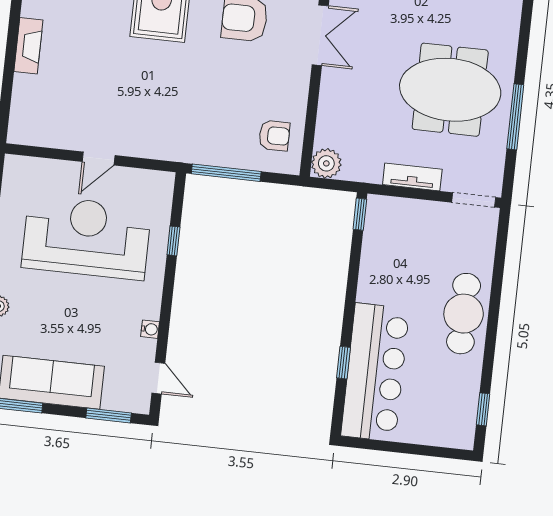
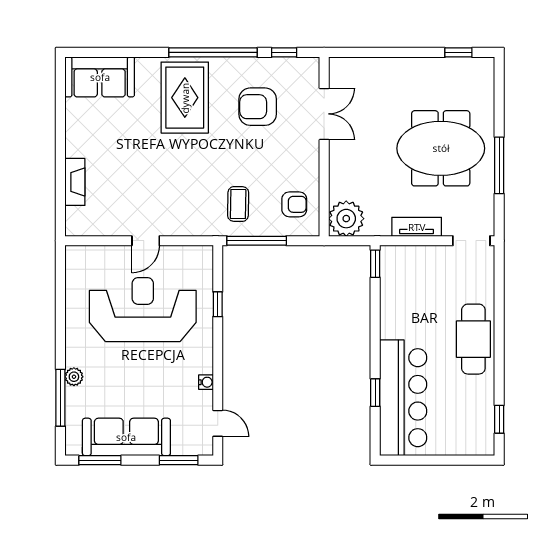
fireplace: (28, 46) -> (75, 182), moved
coffee table: (210, 128) -> (238, 204), added
plant: (326, 163) -> (346, 219), width x1.36, depth x1.36

